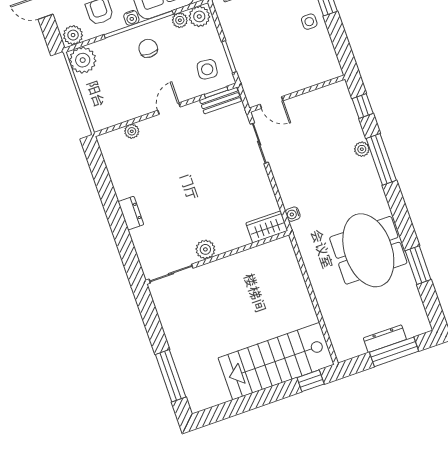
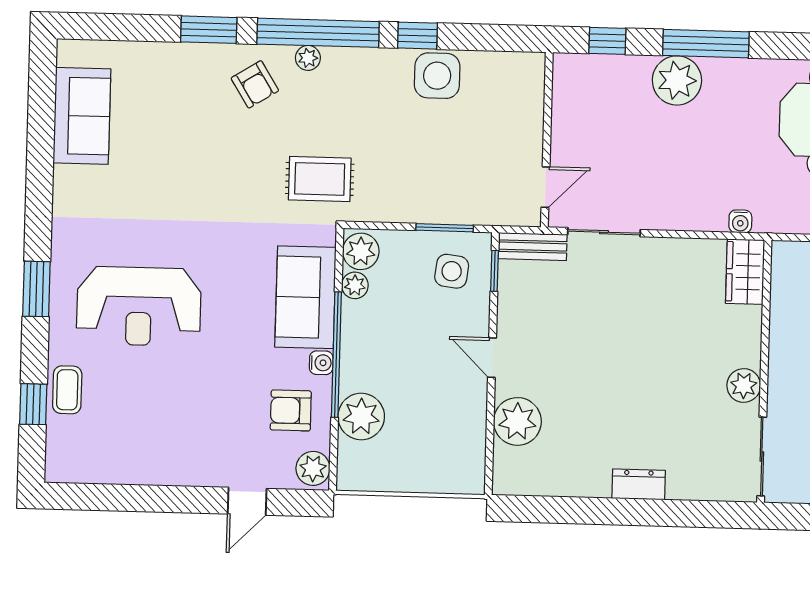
side table: (309, 22) -> (437, 76), width x1.87, depth x1.87
chair: (148, 48) -> (381, 354), removed
plant: (83, 60) -> (361, 417), moved
bench: (220, 101) -> (533, 247), moved, turned 90
plant: (132, 131) -> (517, 421), width x1.88, depth x1.88
plant: (362, 149) -> (677, 80), width x1.88, depth x1.88

